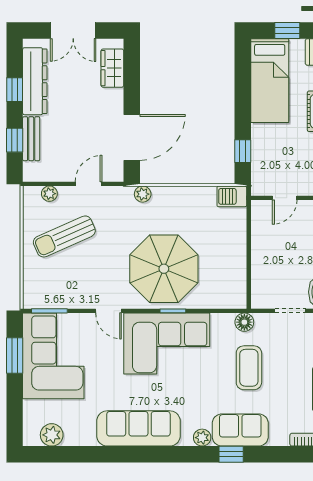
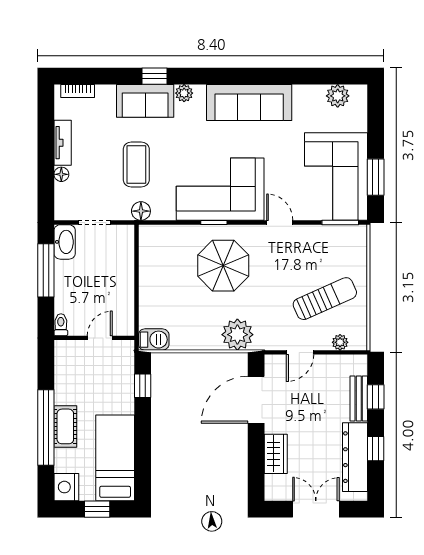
wardrobe: (112, 68) -> (276, 454), moved
plant: (143, 194) -> (237, 335), width x1.88, depth x1.88
parasol: (164, 269) -> (223, 266), width x0.73, depth x0.73

